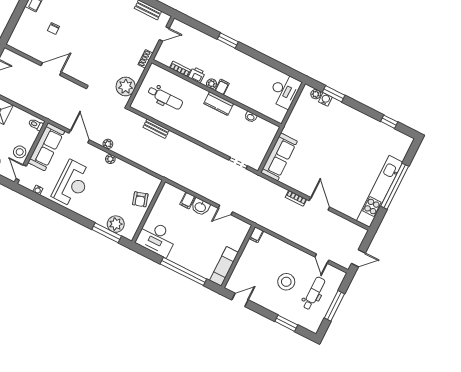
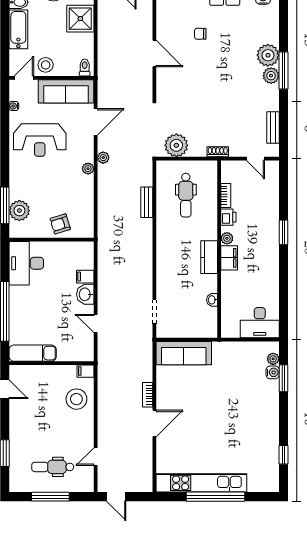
filing cabinet: (222, 87) -> (229, 258), width x2.00
stool: (286, 282) -> (76, 399), moved
dental chair: (314, 293) -> (53, 467), turned 180

